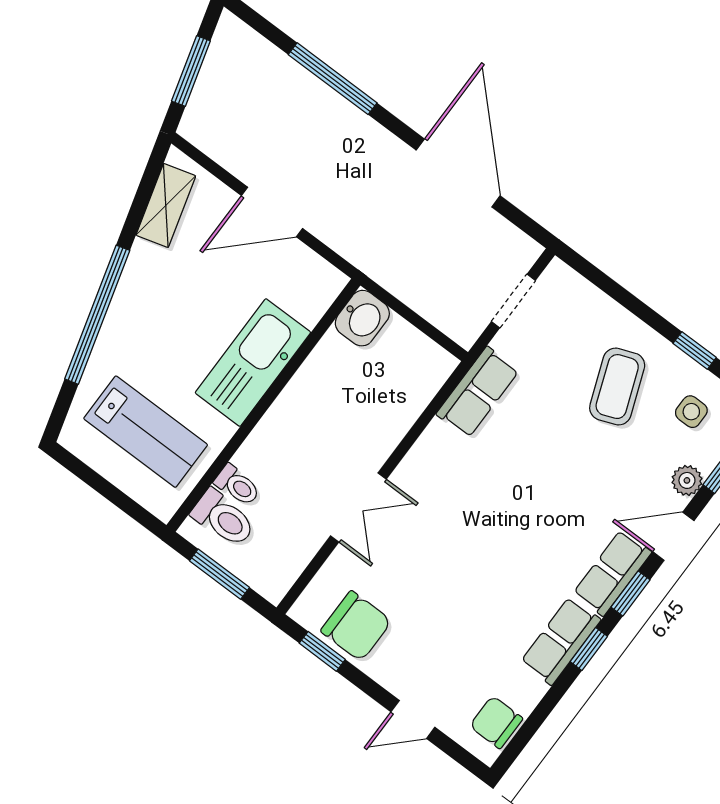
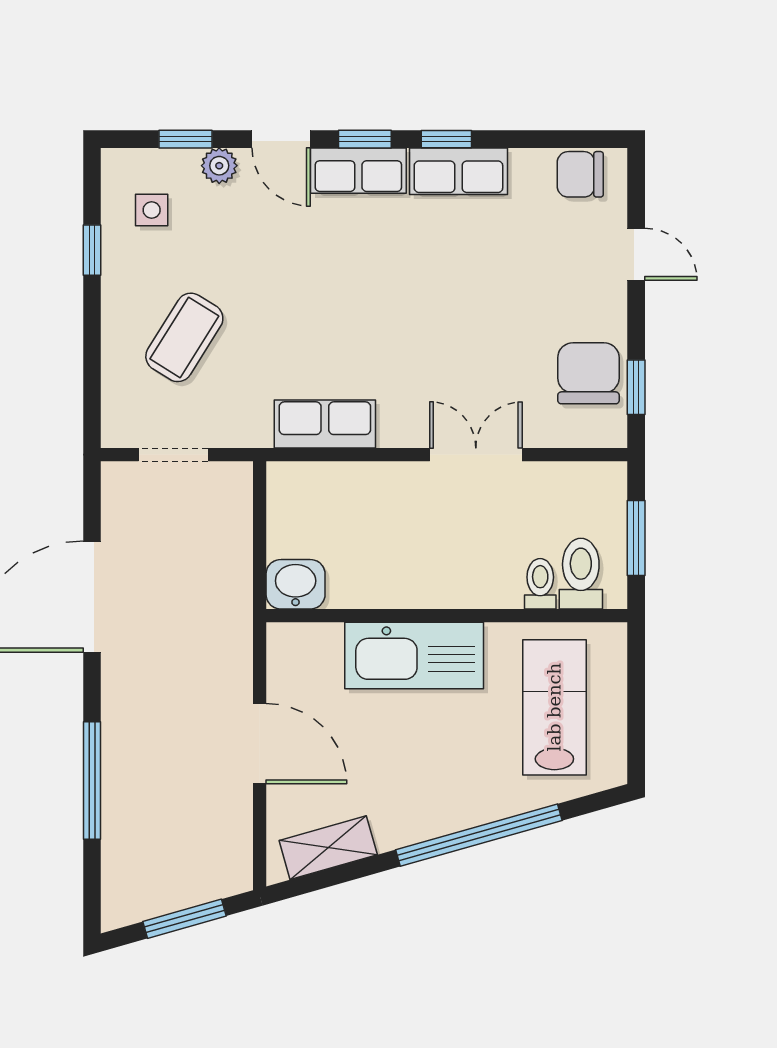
coffee table: (617, 387) -> (184, 337), moved, turned -37
row of seats: (478, 392) -> (325, 424), moved
chair: (496, 722) -> (580, 174), turned 90

